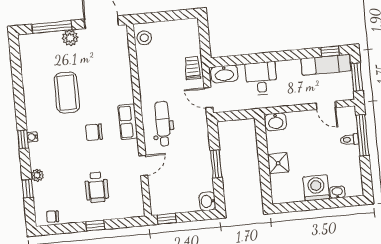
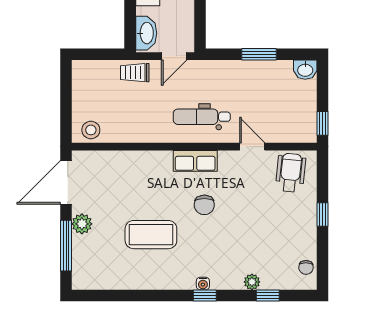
wheelchair: (97, 187) -> (291, 173), moved, turned -84

